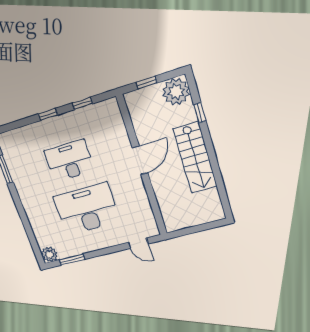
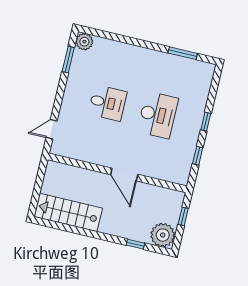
stairs: (195, 158) -> (68, 212), moved
desk: (87, 209) -> (108, 103), width x0.53, depth x0.77

